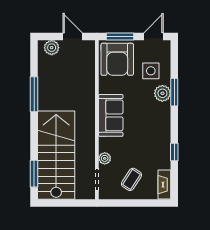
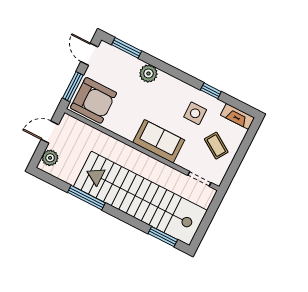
side table: (151, 71) -> (195, 113), moved
window: (174, 92) -> (127, 48), moved
sofa: (111, 115) -> (159, 141), moved
stairs: (56, 155) -> (140, 198), width x1.36
plant: (105, 158) -> (183, 161), removed

